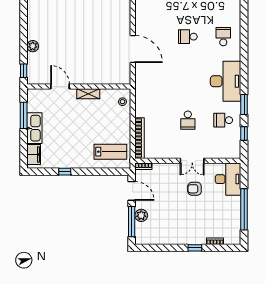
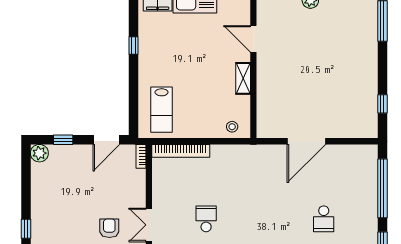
school desk: (188, 37) -> (324, 219), turned 180
door: (60, 87) -> (253, 39), swing flipped
school desk: (188, 120) -> (206, 219), turned 90
plant: (141, 215) -> (39, 153), moved
window: (132, 222) -> (63, 140), width x0.46

